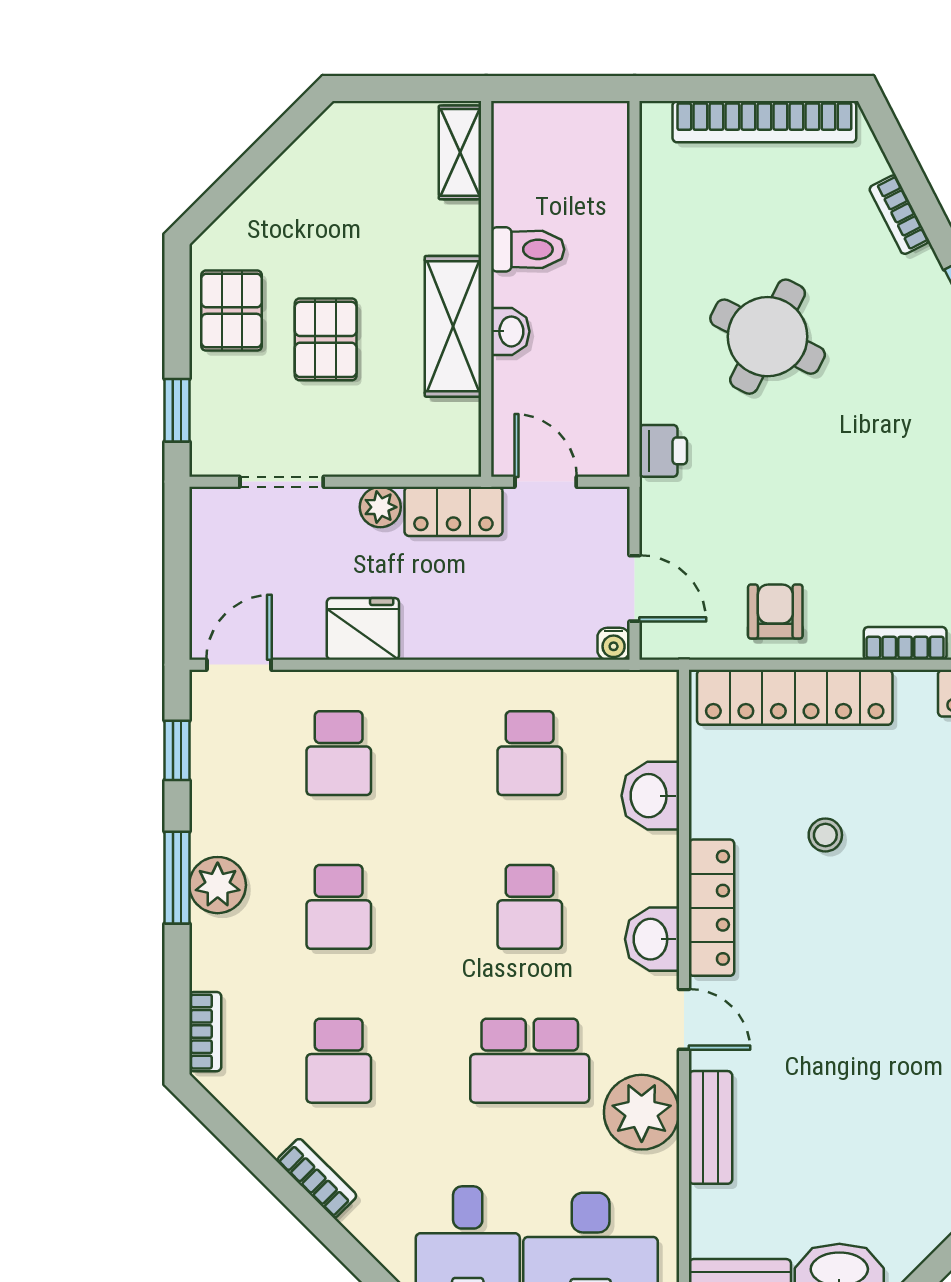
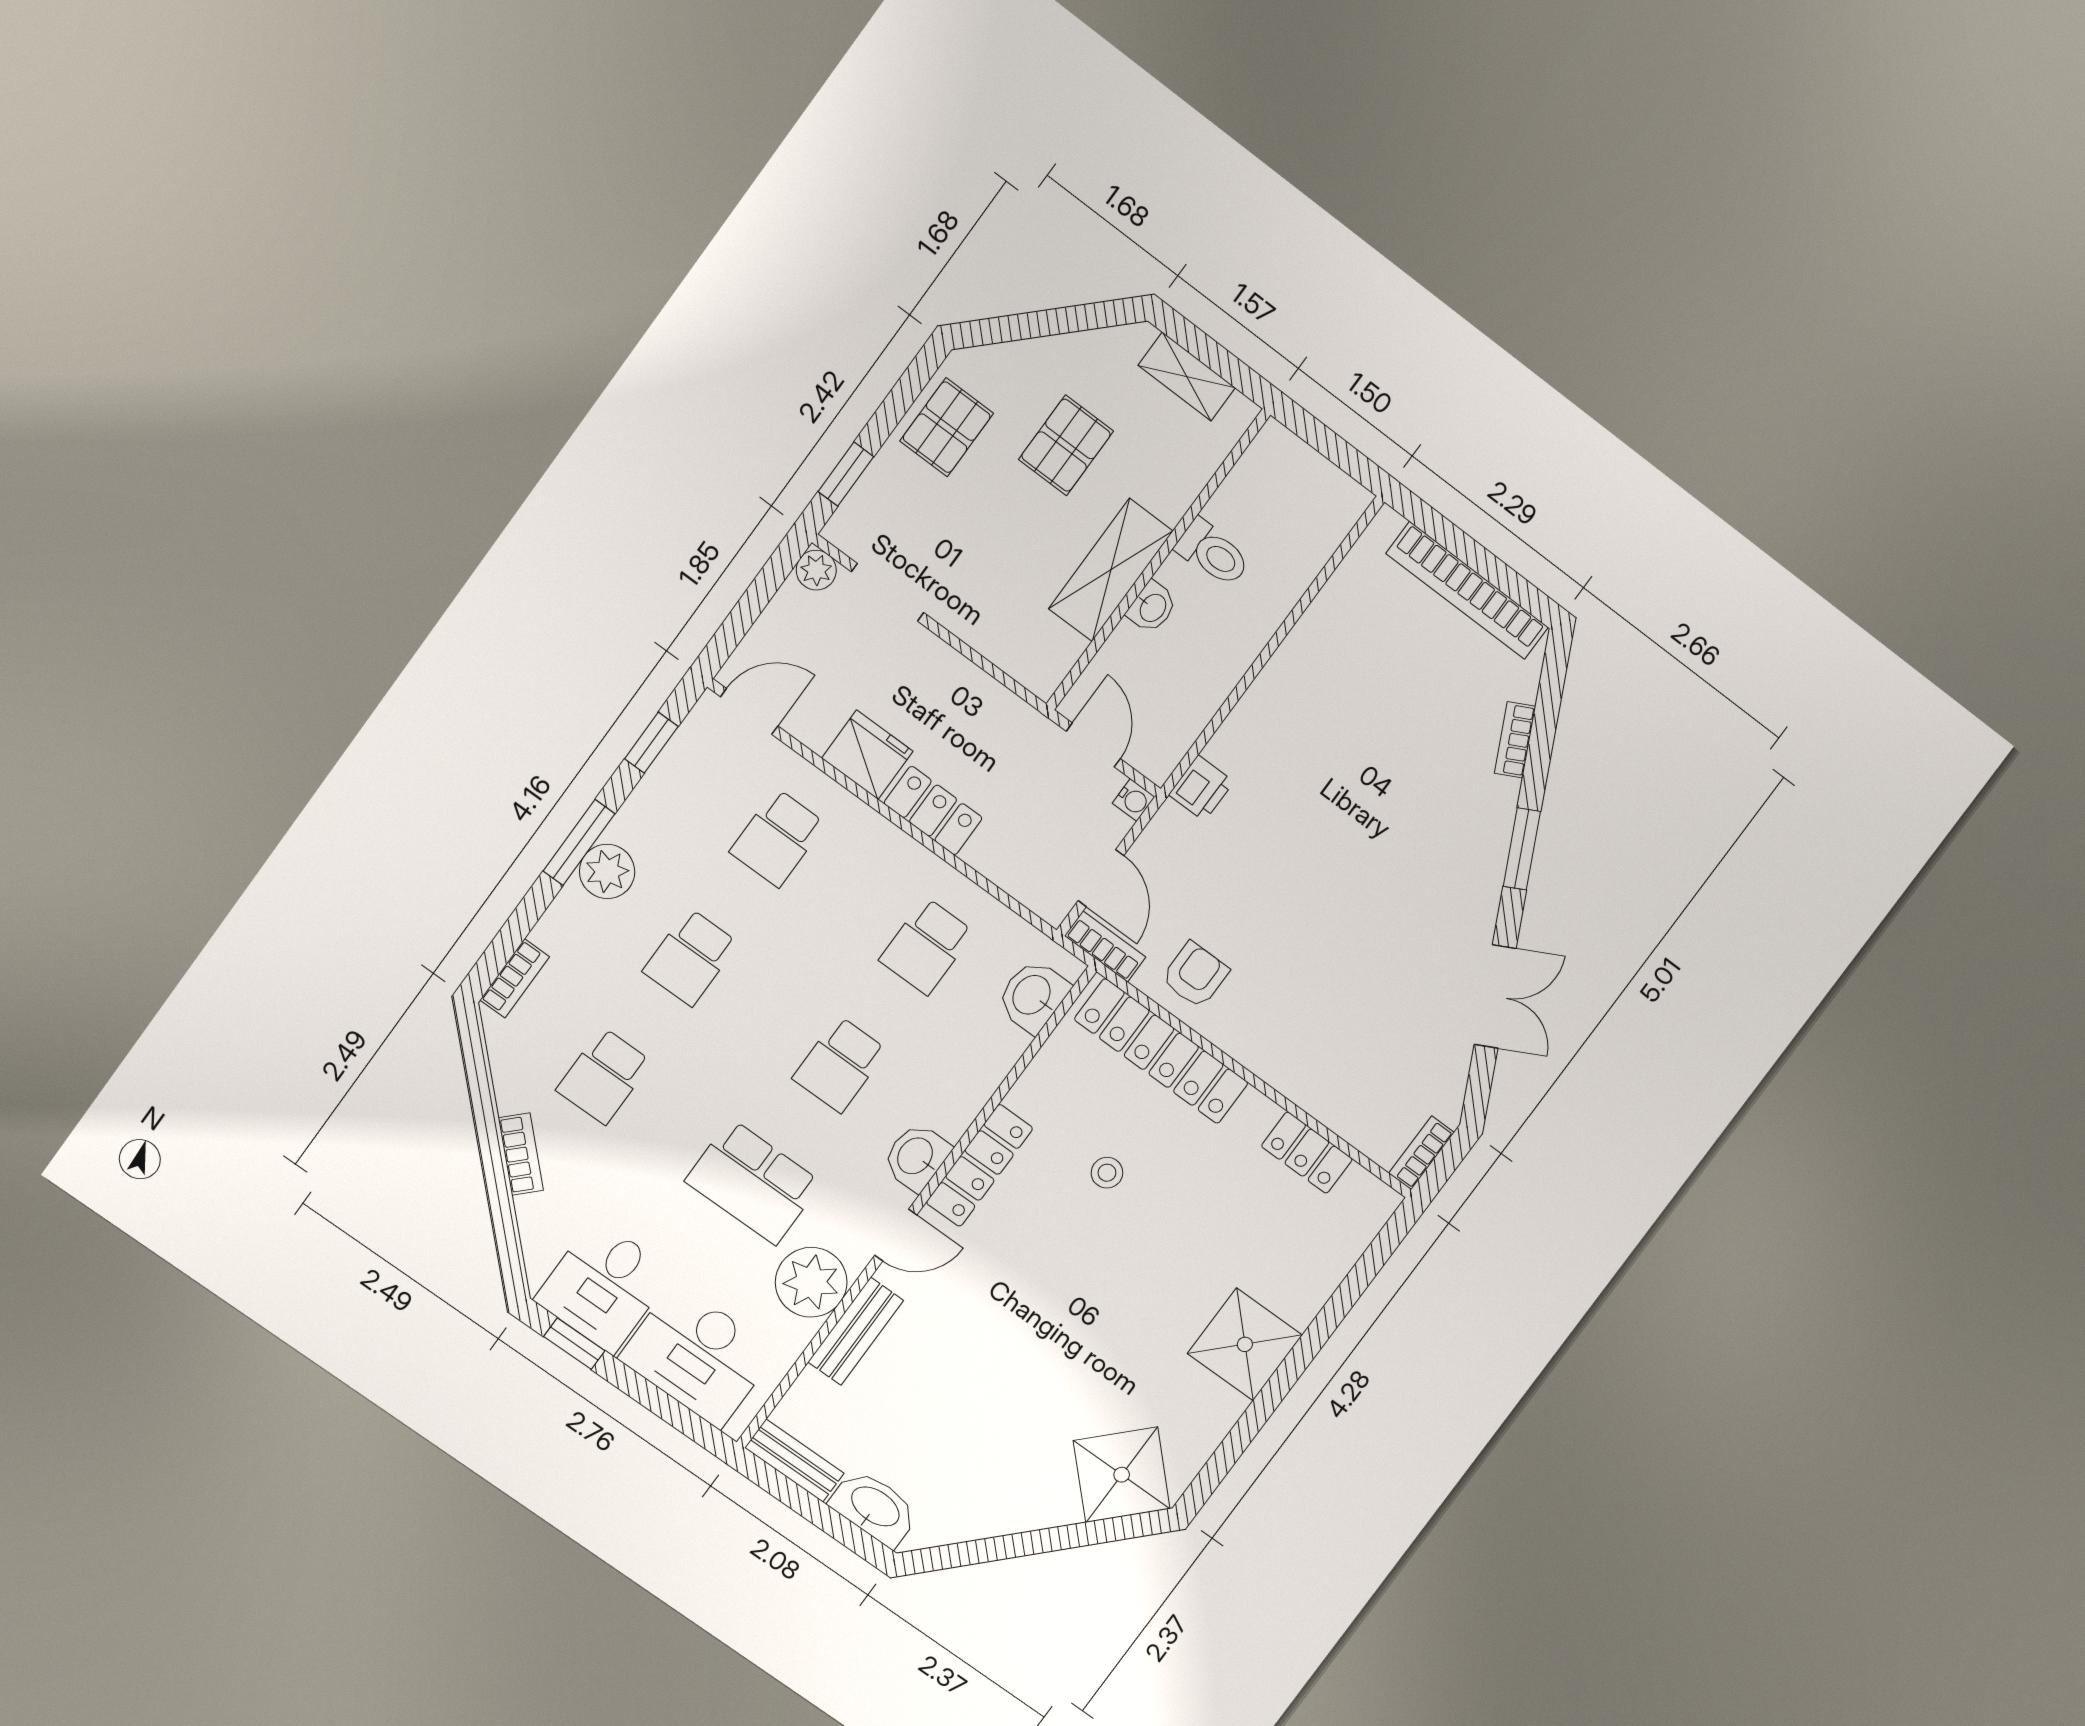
shelving: (460, 152) -> (1187, 376), moved, turned 90
round table: (768, 337) -> (1346, 759), removed
pallet: (326, 339) -> (1066, 445), moved
plant: (380, 507) -> (816, 570), moved
locker: (453, 511) -> (933, 811), moved, turned 180
bookcase: (905, 643) -> (1105, 946), moved
water cooler: (614, 644) -> (1134, 800), moved, turned -90
washbasin: (650, 796) -> (1033, 996), moved
door: (684, 1019) -> (896, 1235), hinge flipped

